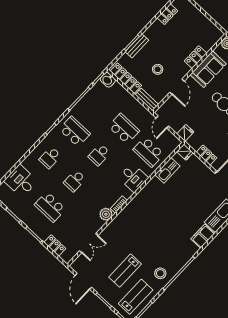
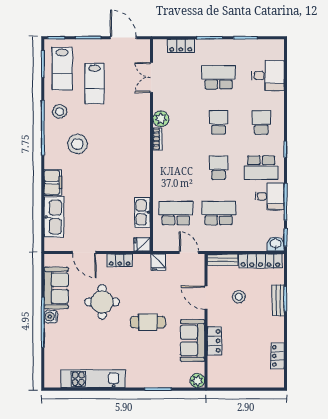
school desk: (124, 129) -> (219, 213), turned 180
desk: (133, 178) -> (270, 196), moved, turned 180
stool: (168, 245) -> (77, 144), added
lab bench: (125, 271) -> (94, 84), turned 180

